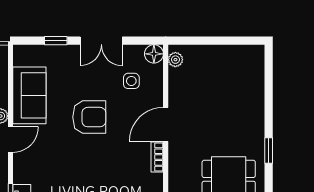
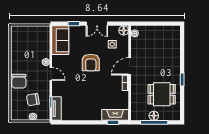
sofa: (29, 95) -> (60, 40), moved
armchair: (89, 117) -> (91, 63), turned 90
door: (10, 140) -> (51, 74), hinge flipped

